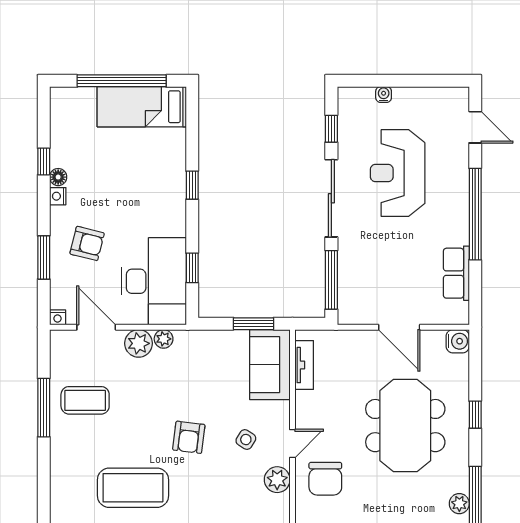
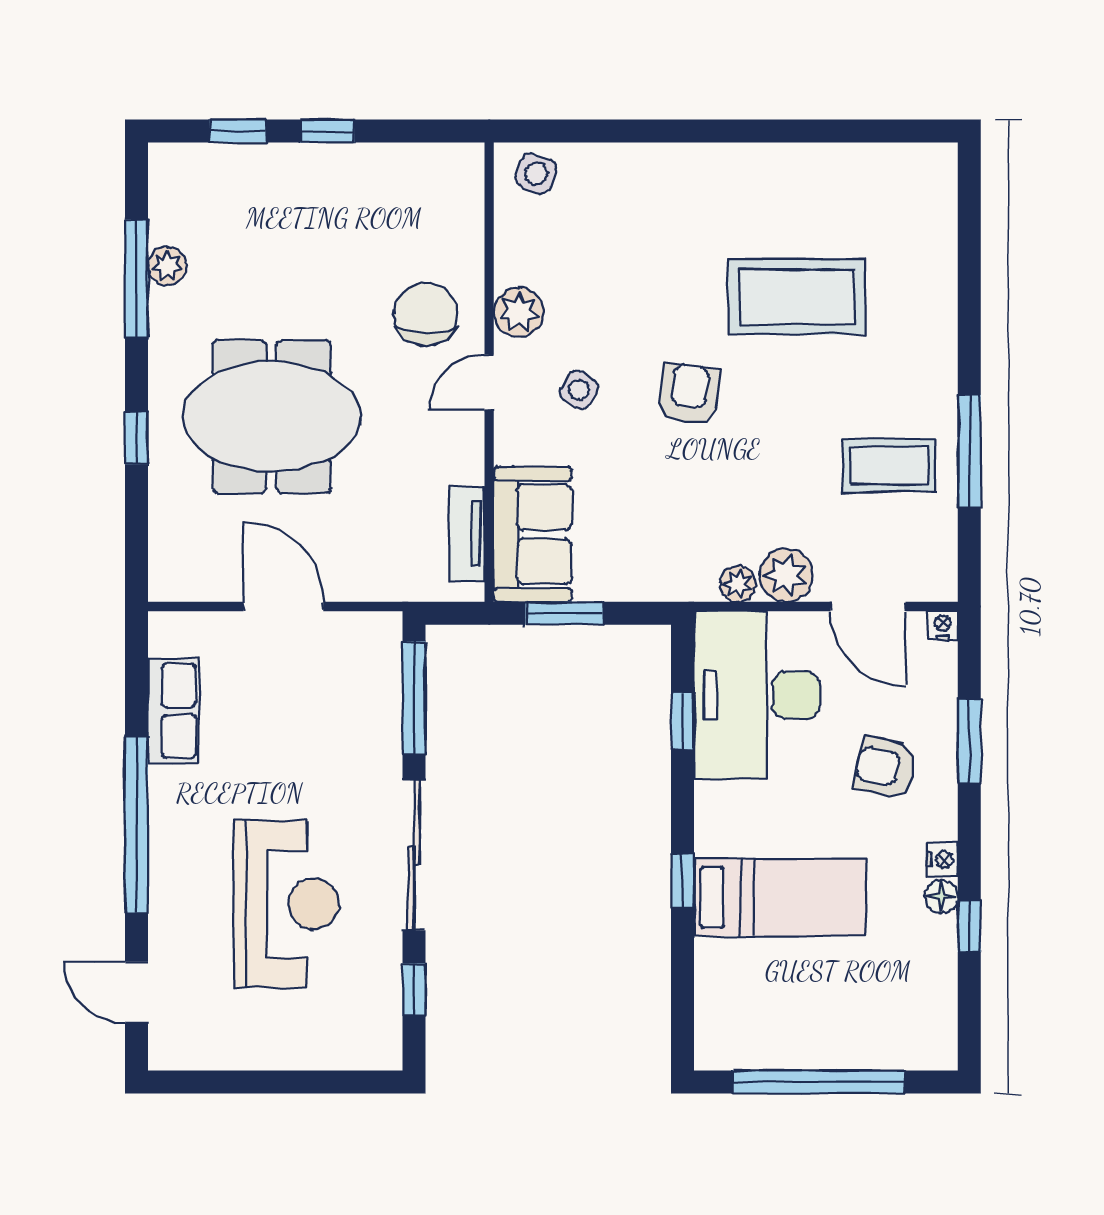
water cooler: (384, 95) -> (313, 1056), removed
bed: (142, 107) -> (780, 897), moved
water cooler: (458, 341) -> (170, 579), removed
meeting table: (405, 426) -> (271, 417), turned 90

